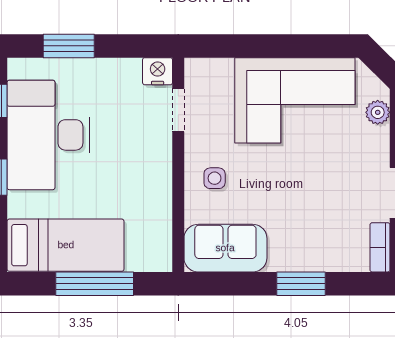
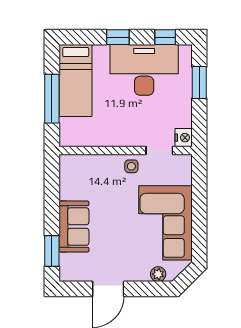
side table: (215, 178) -> (131, 166), moved
bookcase: (380, 247) -> (74, 276), removed
sofa: (225, 248) -> (74, 227), moved
window: (301, 284) -> (52, 251), moved

